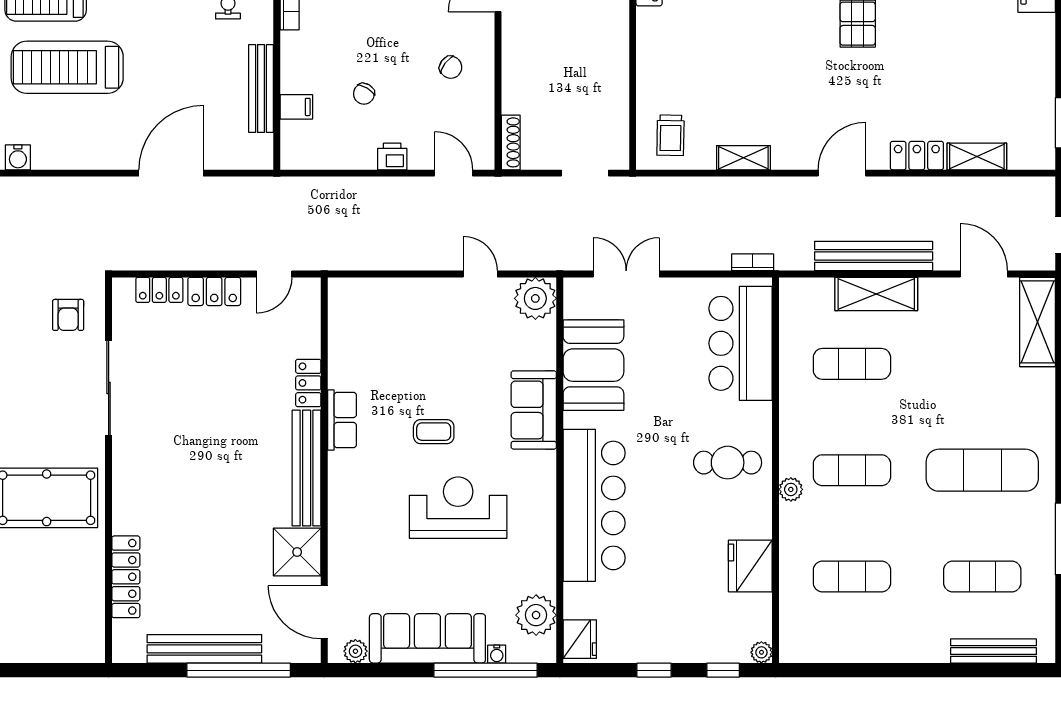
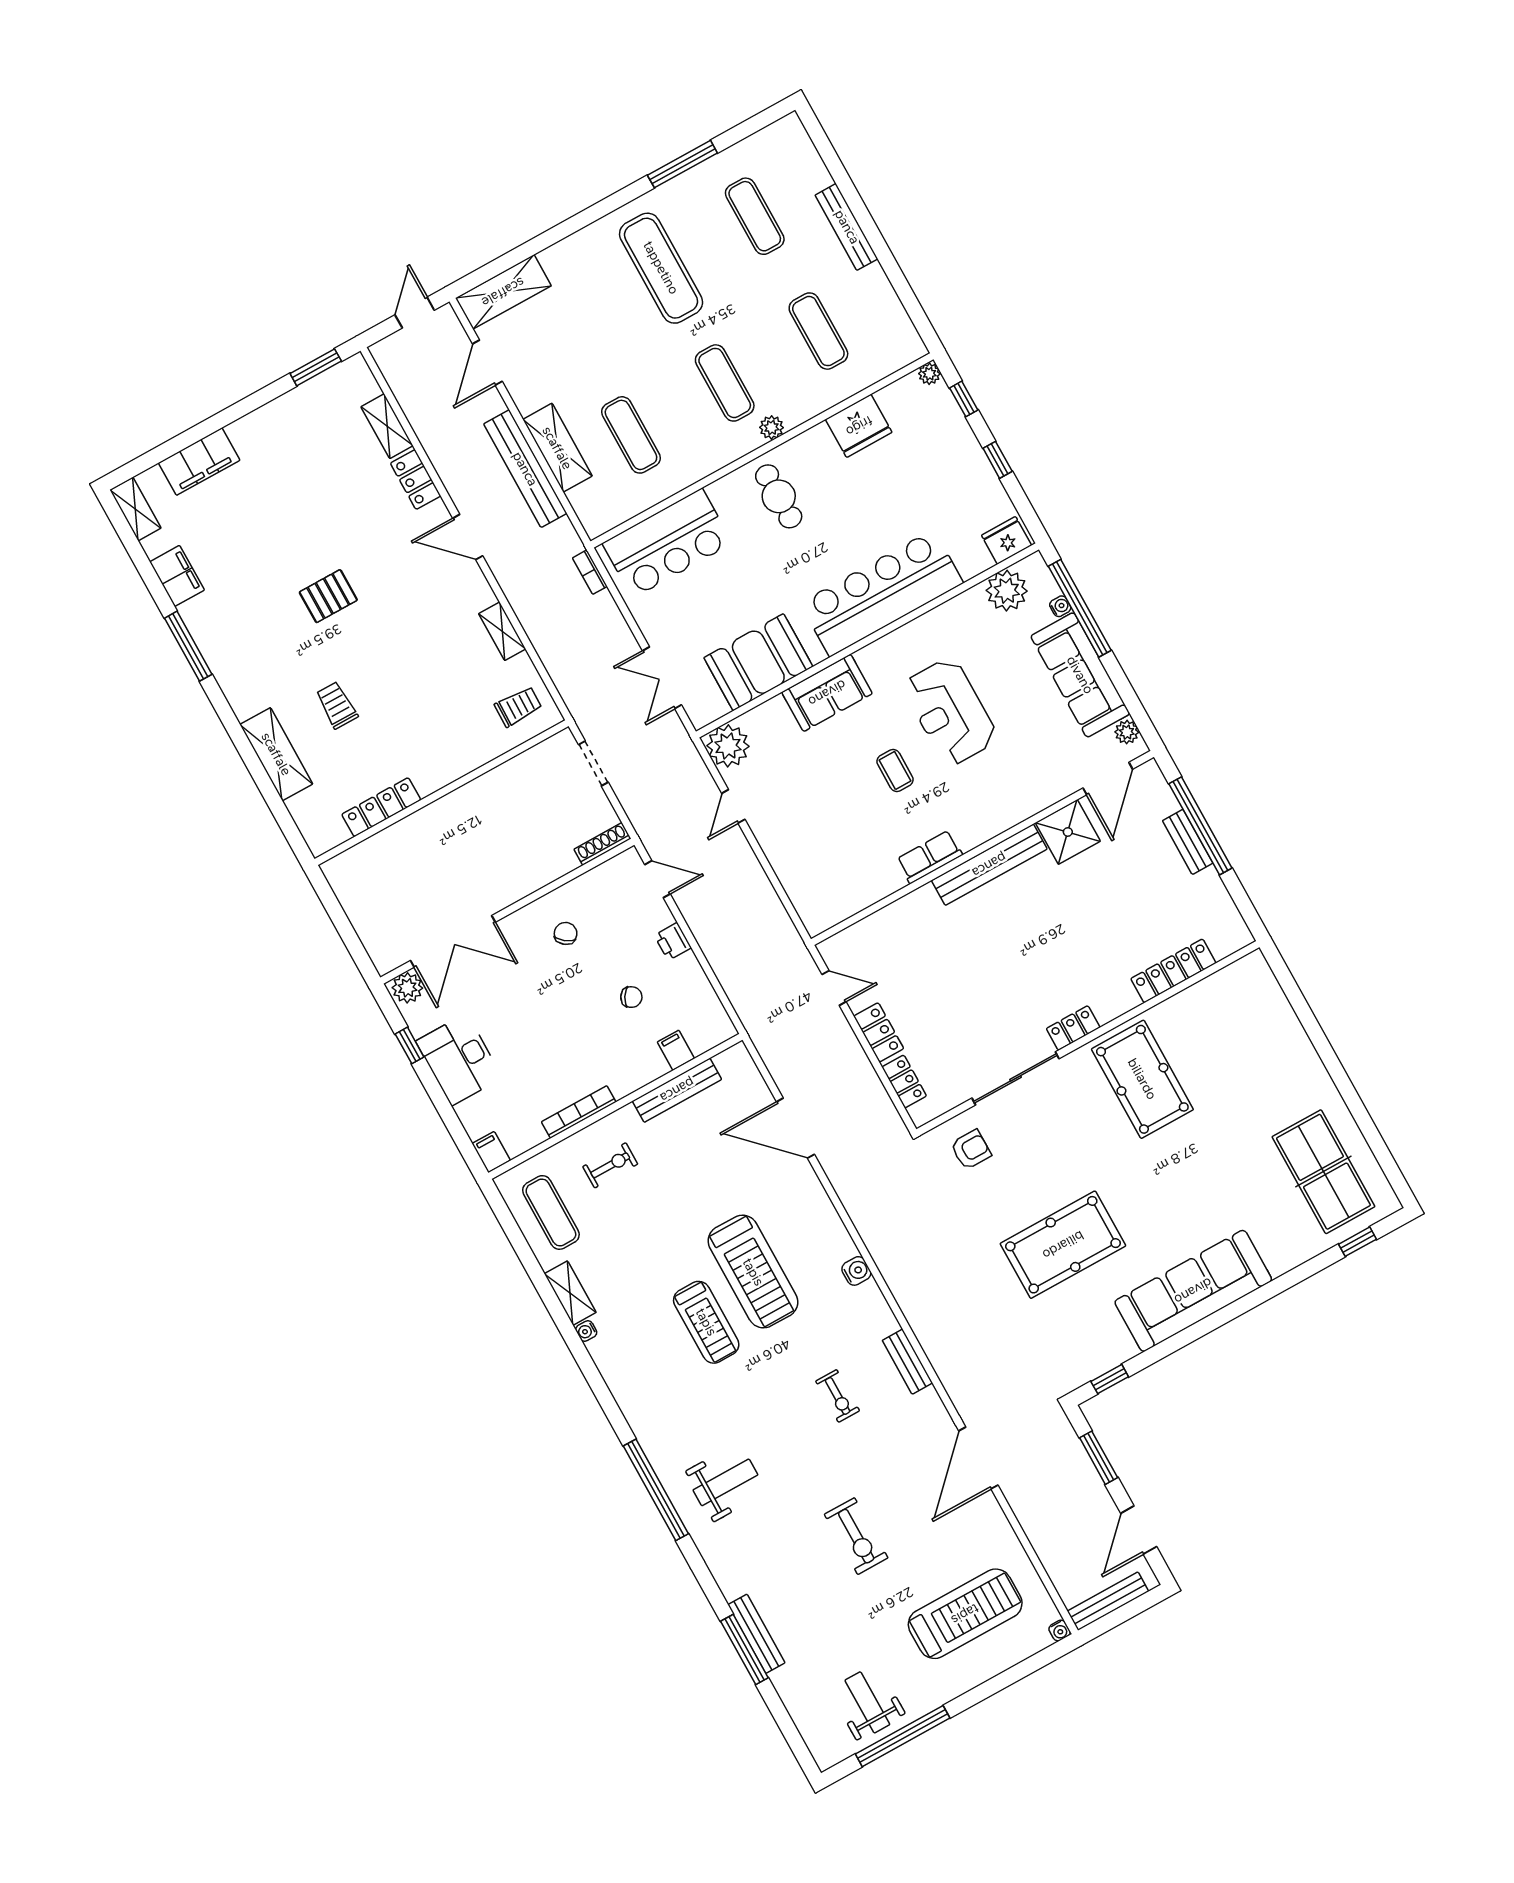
door: (454, 173) -> (657, 879), swing flipped
locker: (308, 383) -> (1073, 1028), moved, turned 180
bench: (204, 649) -> (1188, 842), width x0.54, depth x0.82
bench: (993, 651) -> (847, 227), moved

